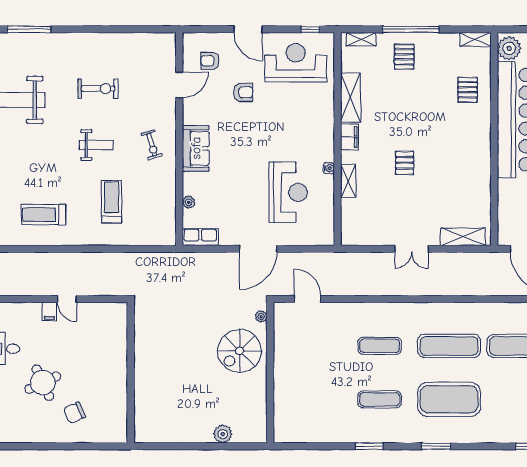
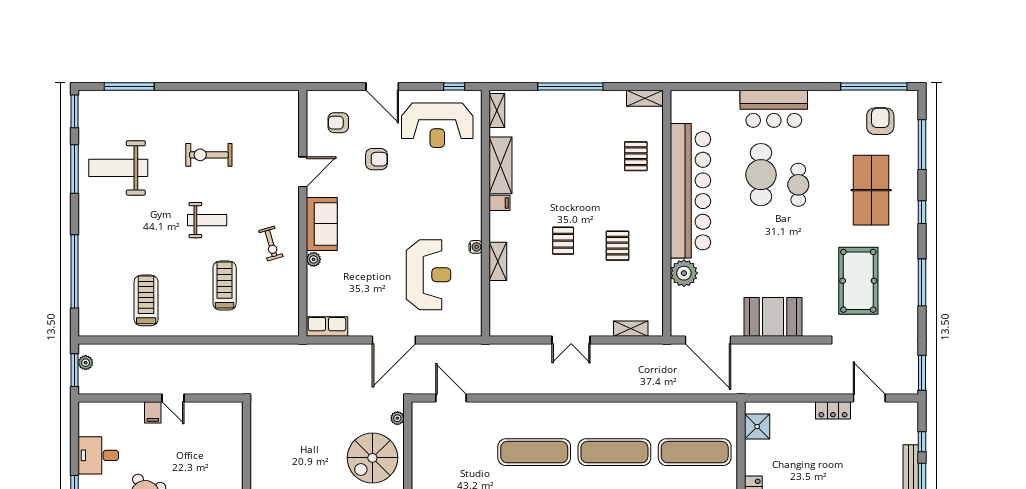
shelving: (361, 39) -> (497, 110), moved, turned 90
plant: (509, 48) -> (684, 273), moved
pallet: (404, 57) -> (618, 246), moved
reception desk: (296, 63) -> (437, 125), turned 180
door: (179, 85) -> (303, 172), moved
exercise bike: (98, 89) -> (209, 155), turned 180
filing cabinet: (350, 137) -> (500, 203), width x0.50
exercise bike: (152, 145) -> (271, 243), moved
plant: (189, 202) -> (314, 259), moved
treadmill: (44, 215) -> (146, 300), turned 90
shelving: (463, 237) -> (631, 329), width x0.67, depth x0.75
exercise mat: (380, 346) -> (534, 452), width x1.36, depth x1.45

